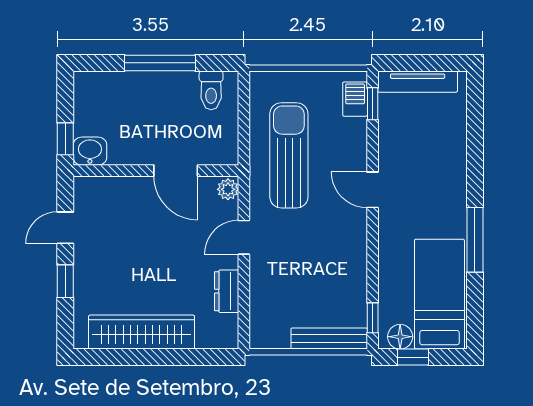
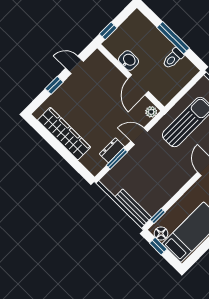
toilet: (211, 90) -> (173, 58), moved
washbasin: (90, 151) -> (129, 60), moved
window: (244, 296) -> (117, 159), added

